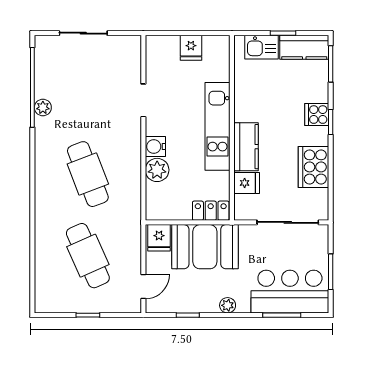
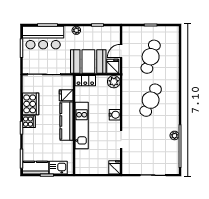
fridge: (191, 48) -> (114, 167), moved
cooker: (317, 115) -> (29, 122), moved
kitchen counter: (246, 147) -> (67, 121), width x1.50
plant: (157, 170) -> (114, 82), moved
cafe table: (88, 174) -> (151, 100), turned 45
cafe table: (88, 256) -> (151, 57), turned 42
door: (143, 287) -> (121, 51), moved

